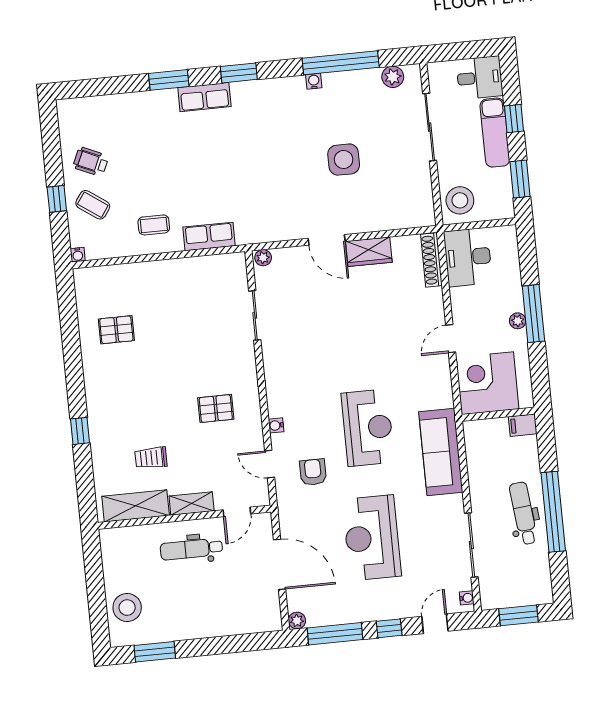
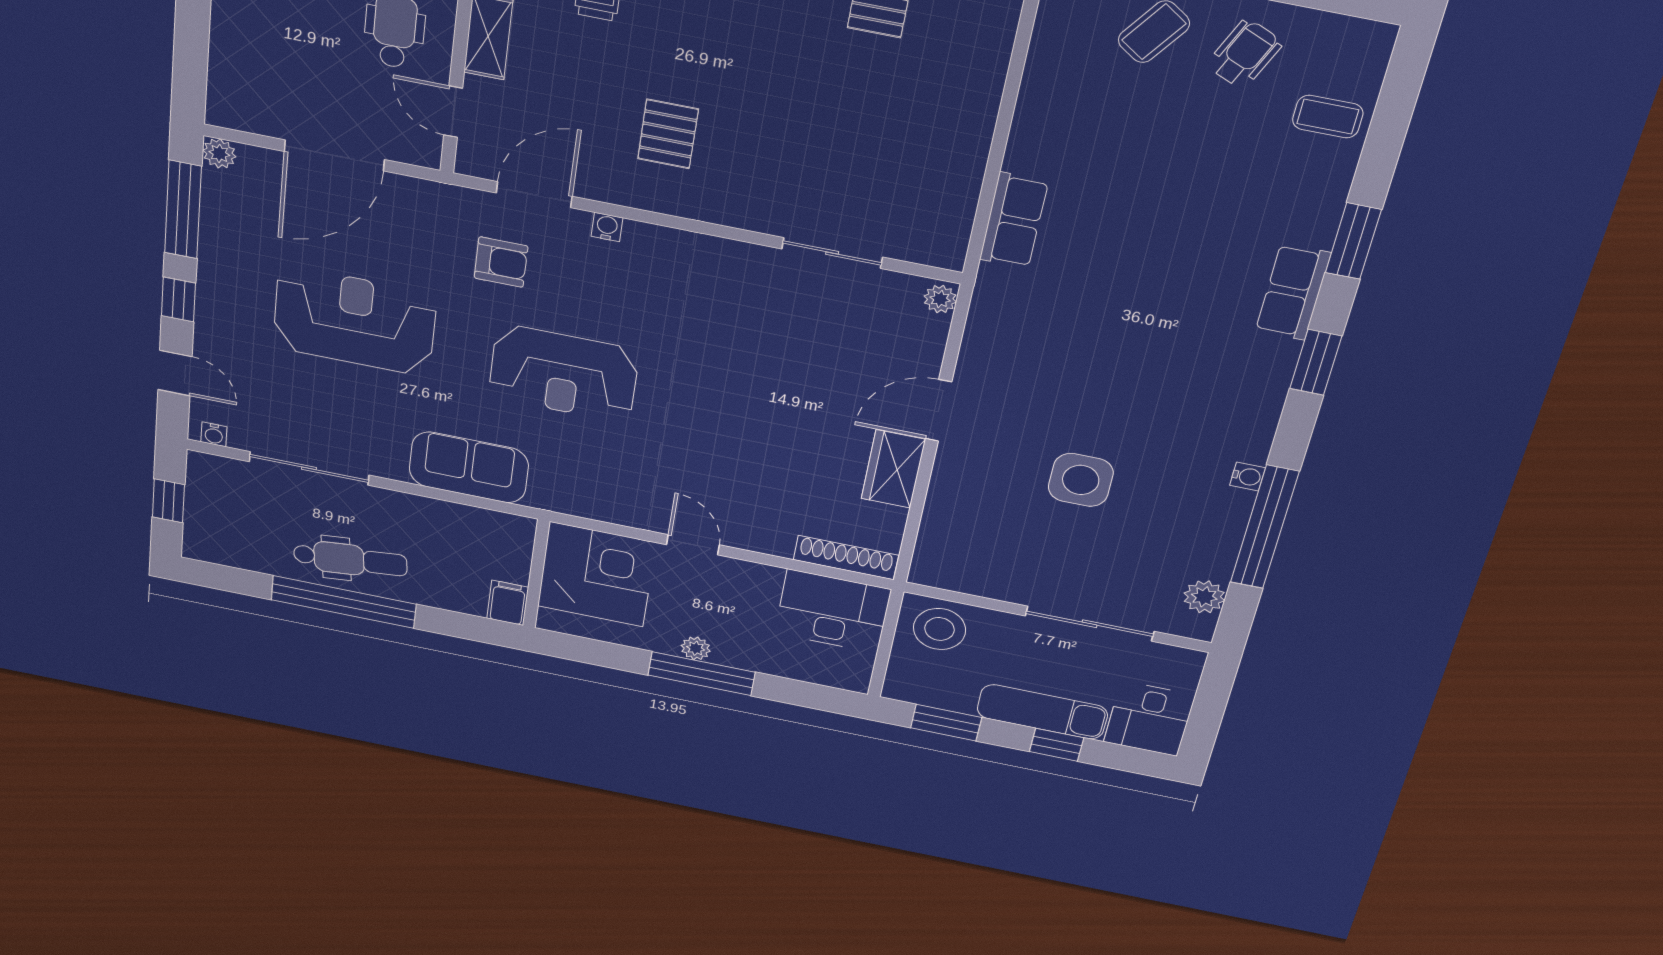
coffee table: (154, 225) -> (1328, 117), moved, turned 90
sofa: (441, 452) -> (469, 467), width x0.73
door: (270, 464) -> (534, 195), width x1.38
window: (518, 615) -> (168, 501), width x0.67

